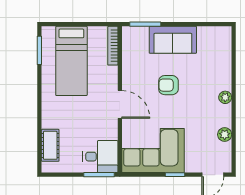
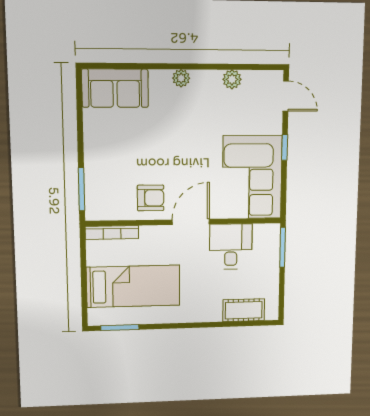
sofa: (173, 40) -> (115, 88), moved, turned 90
armchair: (168, 85) -> (151, 198), moved, turned -90
desk: (100, 157) -> (231, 247), moved

